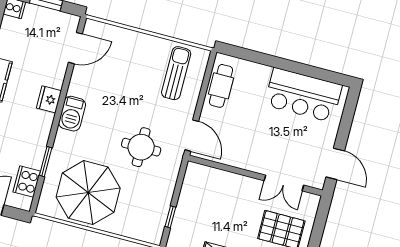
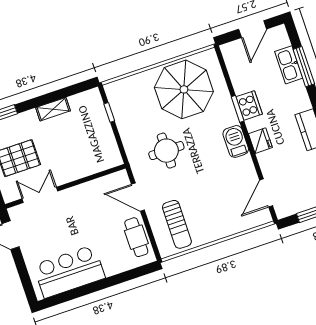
door: (192, 136) -> (138, 197), moved
window: (46, 162) -> (238, 109), moved
cooker: (27, 181) -> (249, 105), moved

